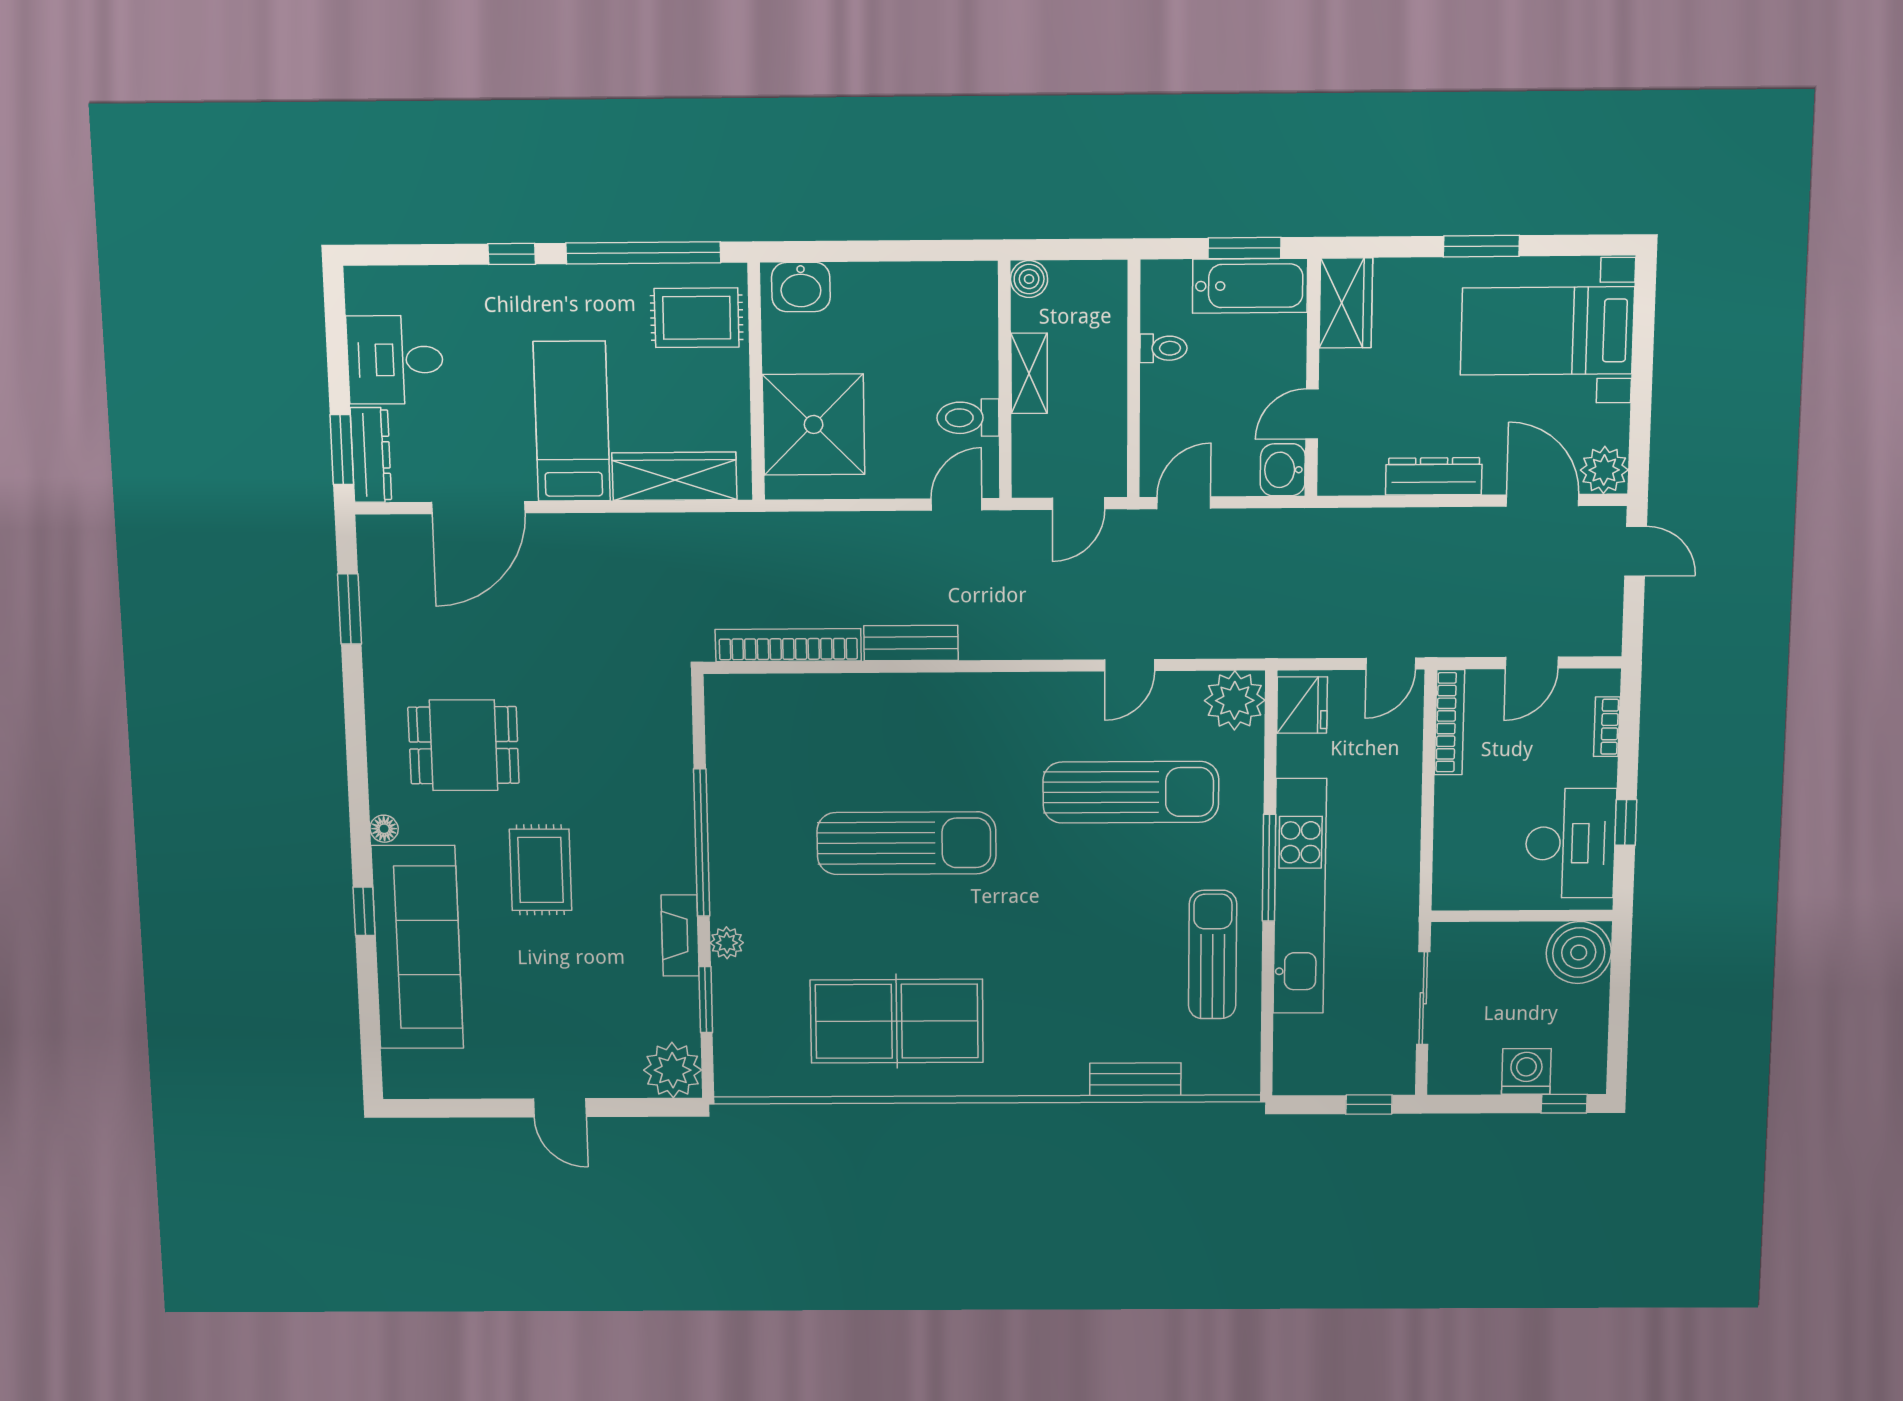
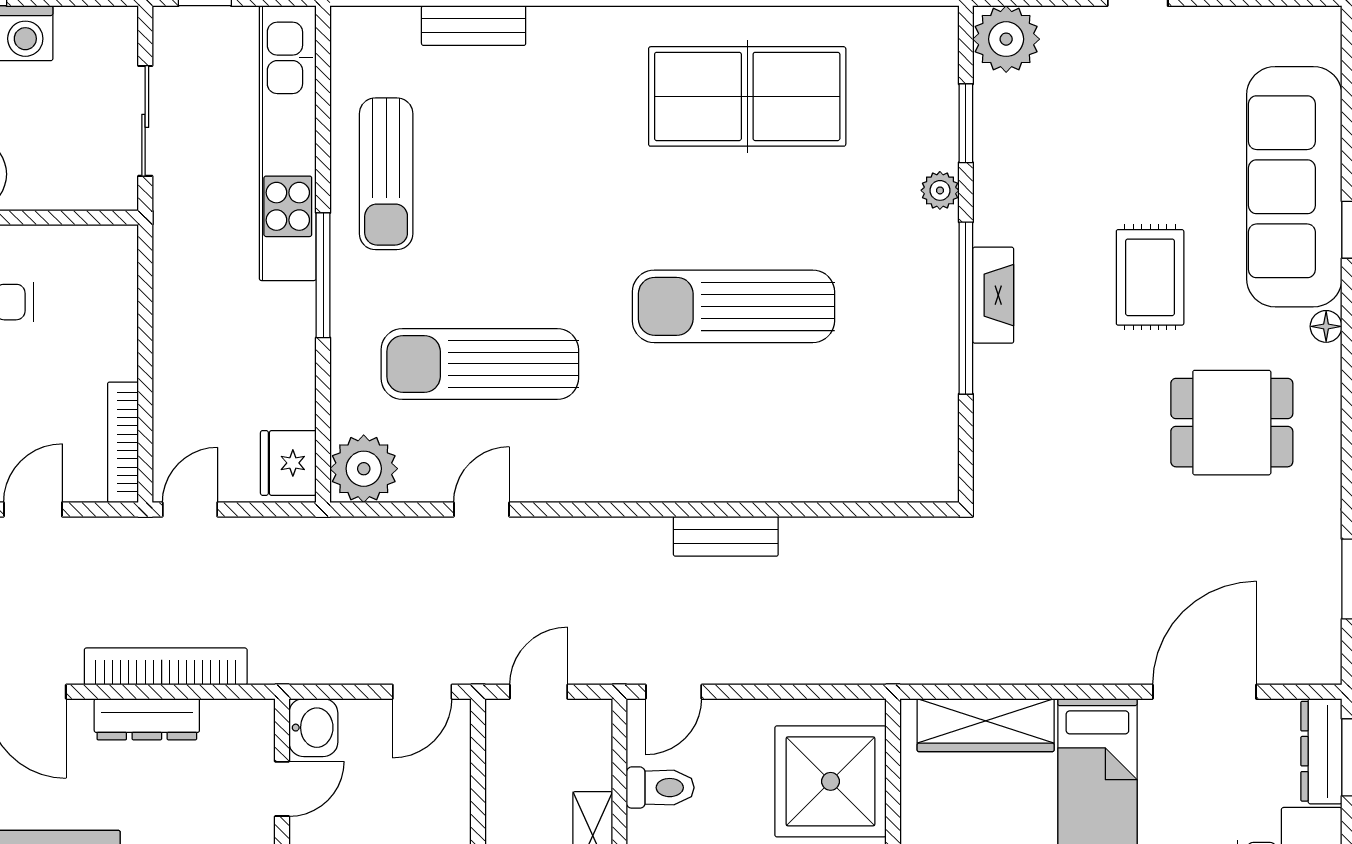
bookcase: (788, 645) -> (166, 666), moved, turned 180
kitchen unit: (1300, 896) -> (288, 143), moved
fireplace: (680, 935) -> (993, 295), moved

